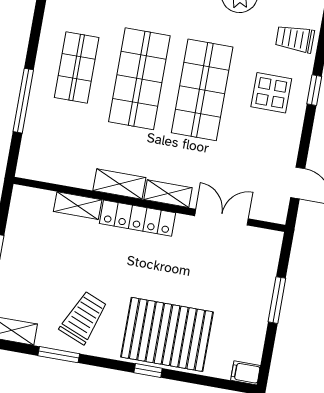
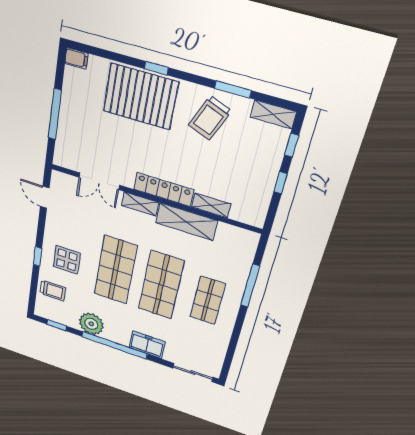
shelving: (119, 184) -> (186, 222), width x1.50, depth x1.33
window: (277, 300) -> (55, 114), width x1.44

